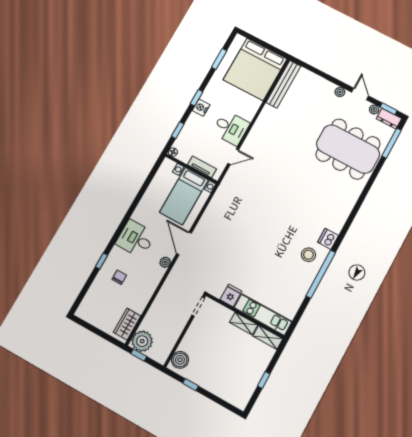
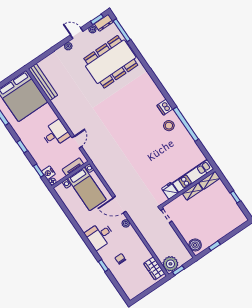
nightstand: (201, 108) -> (48, 173), moved

